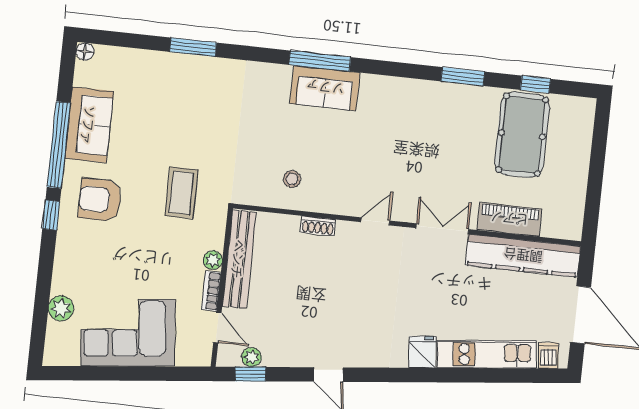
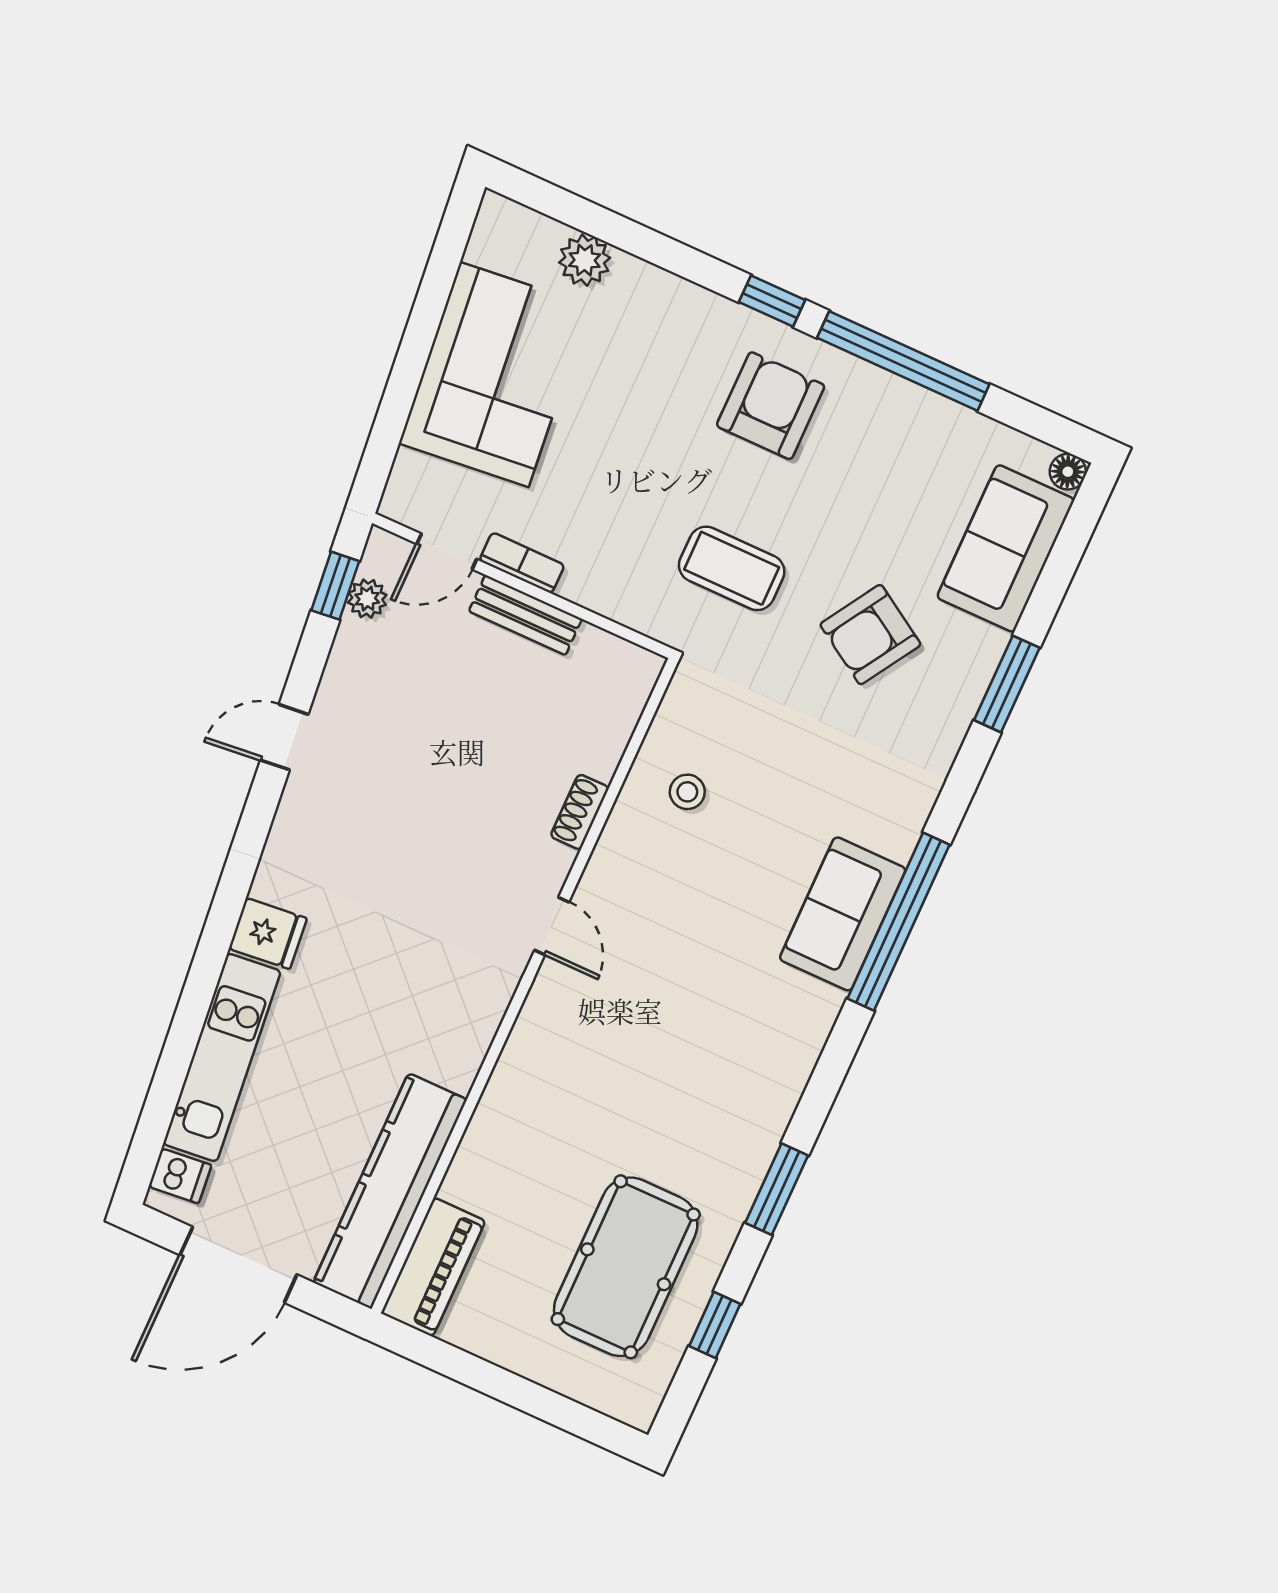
window: (320, 61) -> (899, 922), width x1.46
armchair: (191, 118) -> (870, 635), added
sofa: (89, 125) -> (1006, 548), moved, turned 90
pool table: (522, 135) -> (626, 1267), turned 90
piano: (509, 219) -> (433, 1267), moved
double door: (442, 229) -> (495, 1052), removed
bench: (239, 259) -> (525, 615), width x0.54, depth x0.82
plant: (213, 260) -> (581, 586), removed

